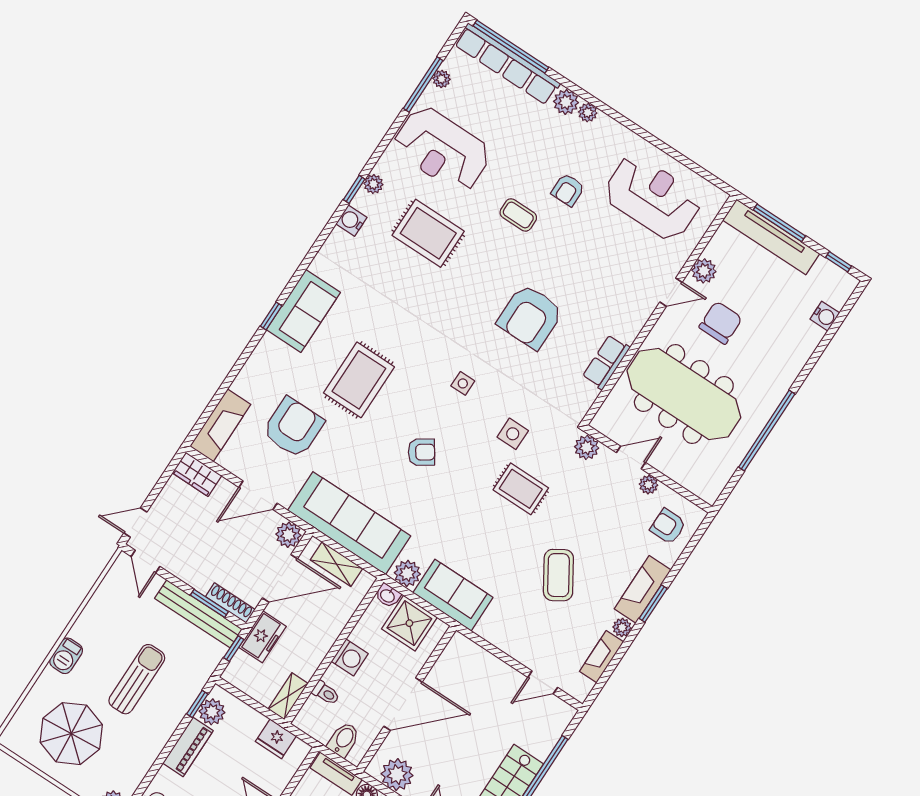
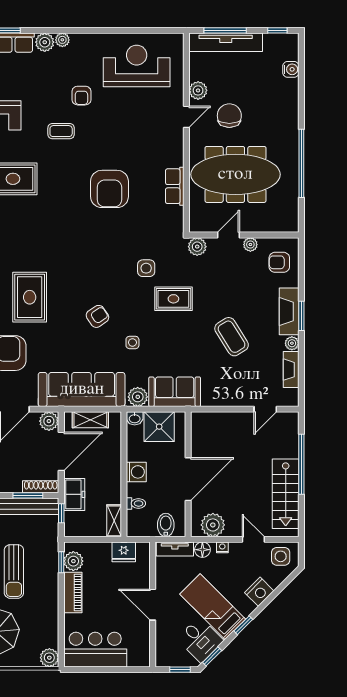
side table: (463, 383) -> (132, 342), moved
sun lounger: (137, 679) -> (14, 571), turned 180

